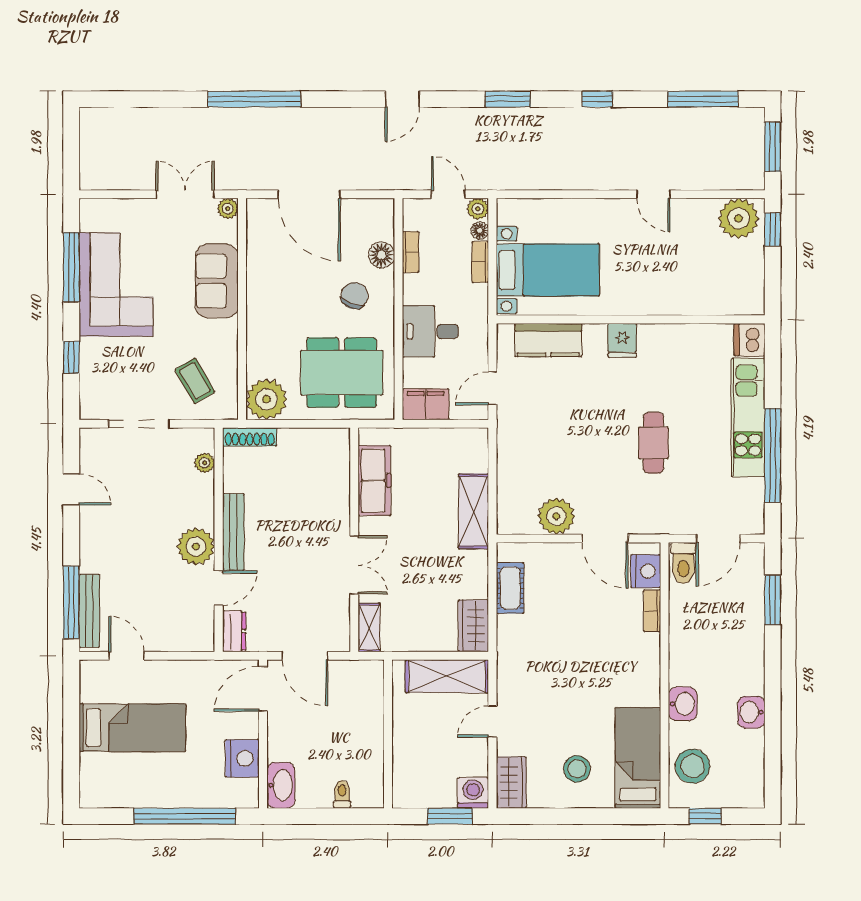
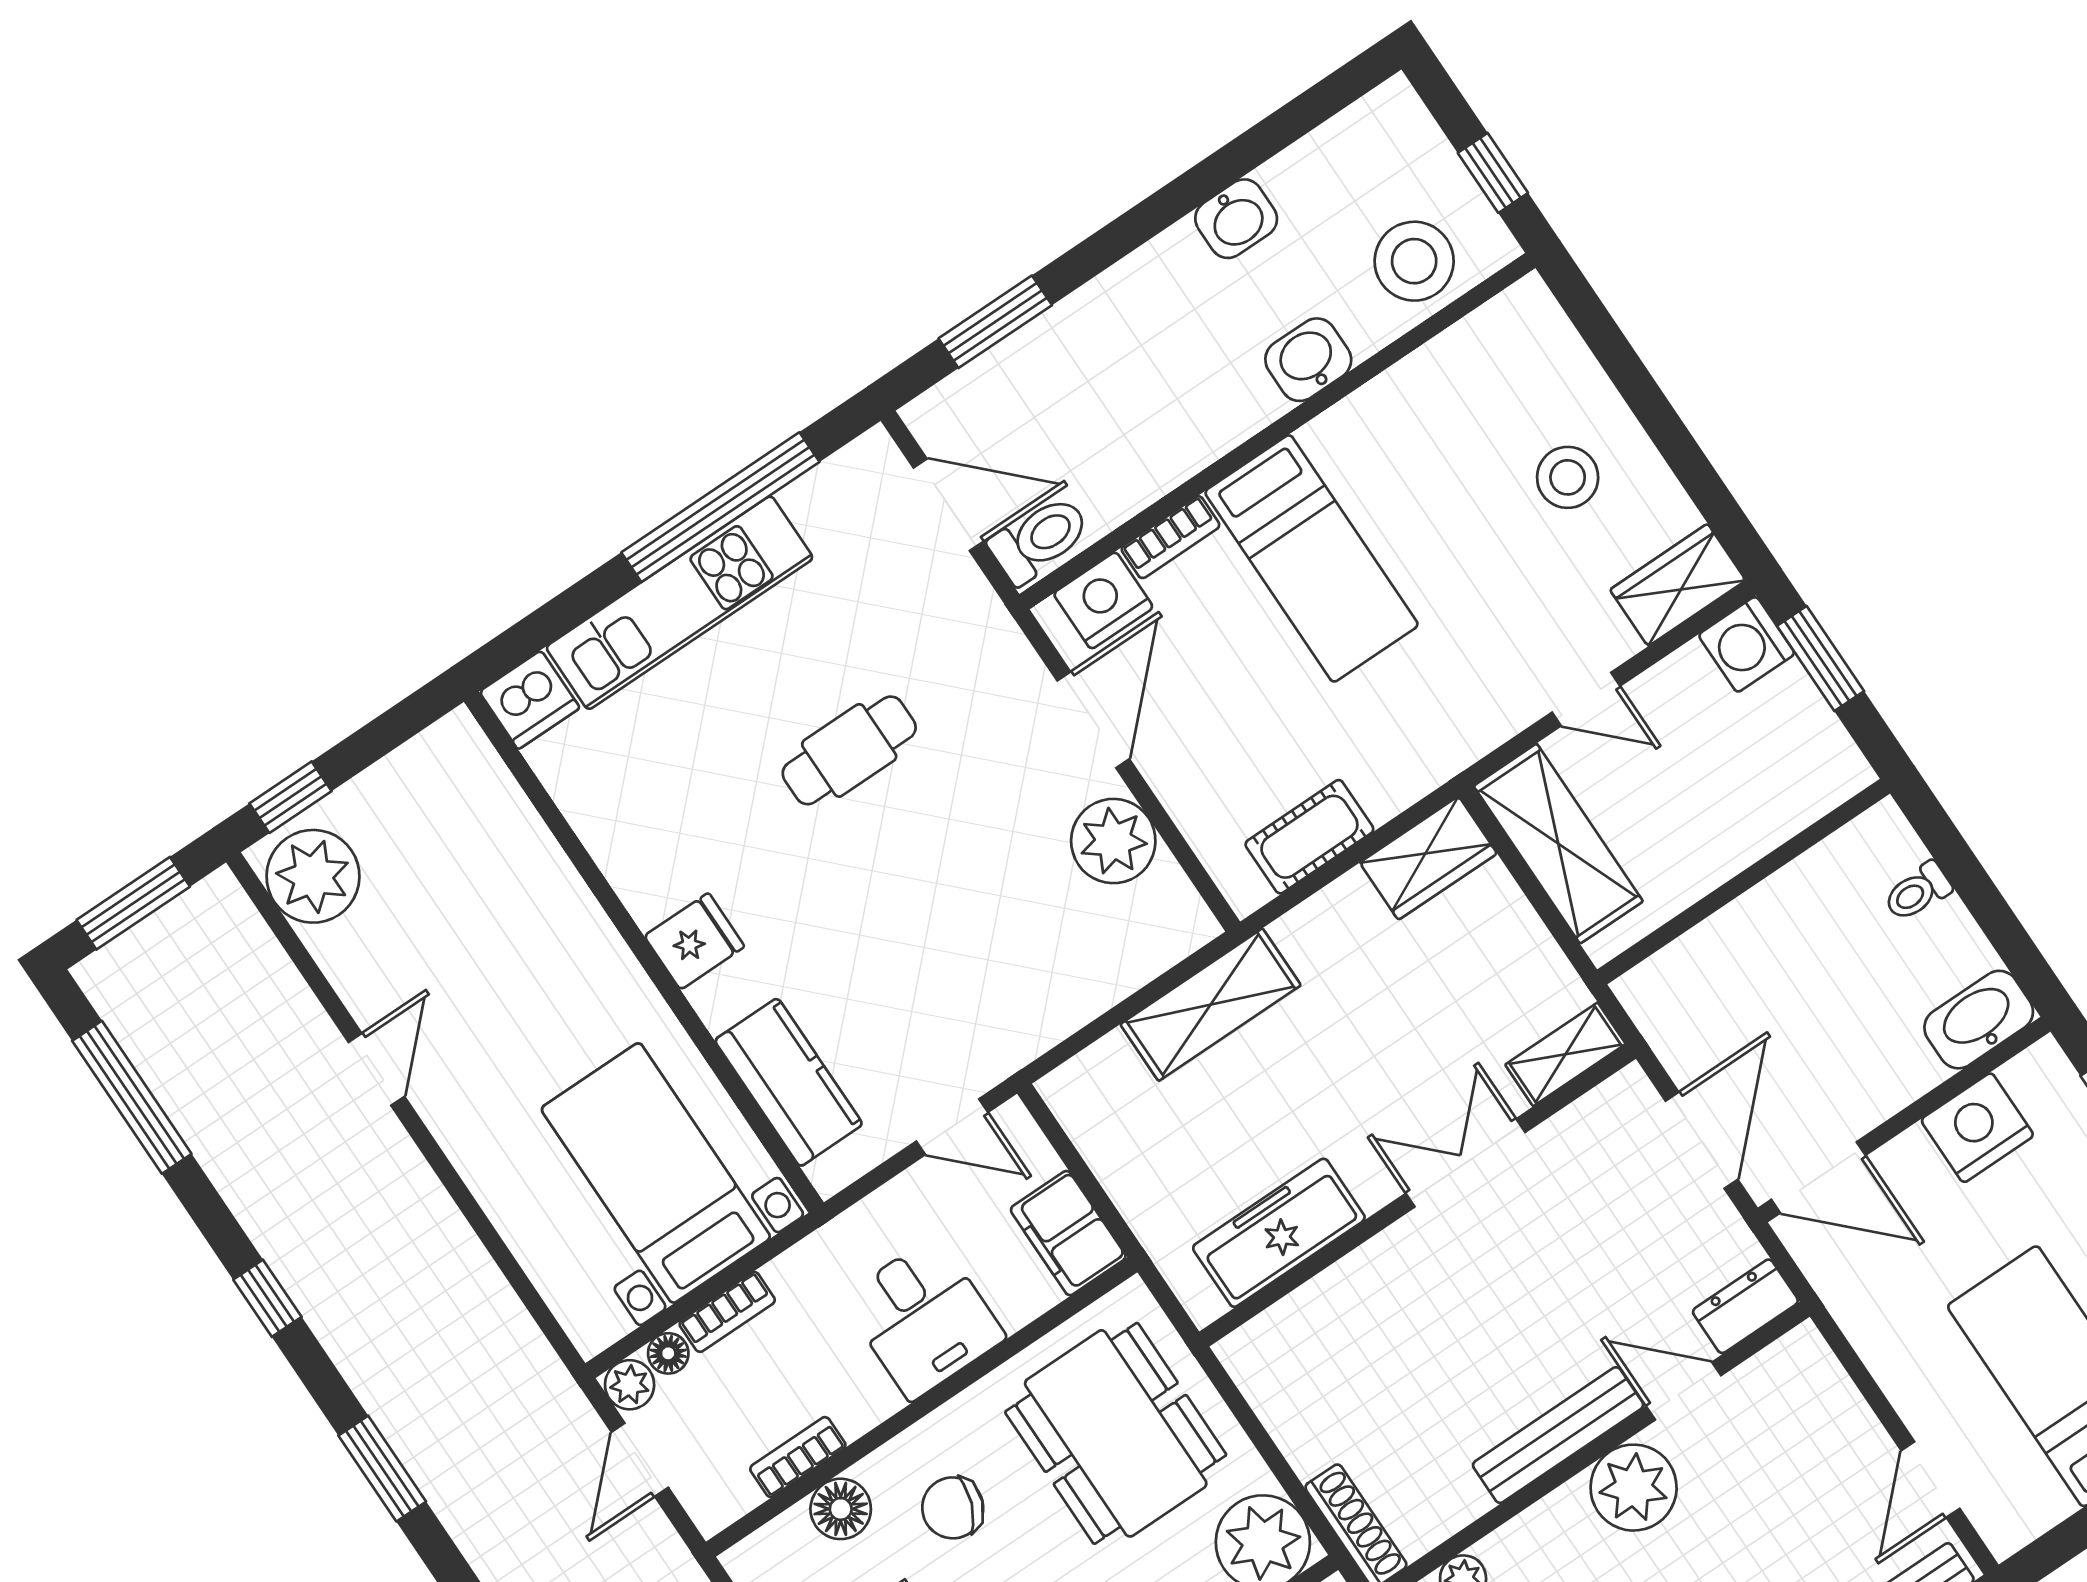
bed: (638, 758) -> (1312, 558), moved, turned -90

